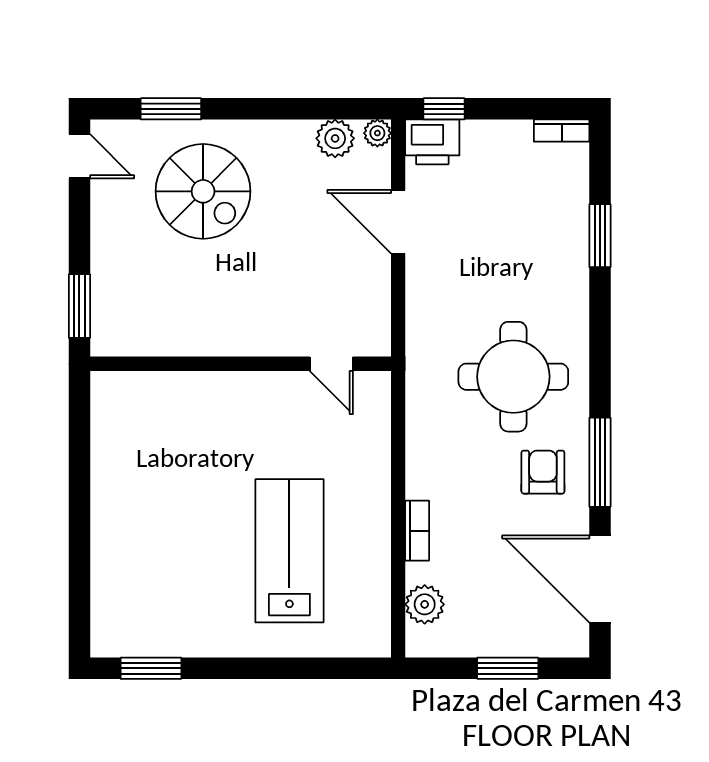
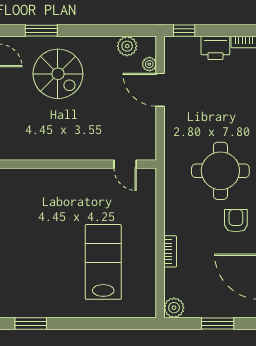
plant: (377, 133) -> (149, 64), moved
printer: (432, 142) -> (215, 48), moved
plant: (425, 604) -> (174, 308), moved

